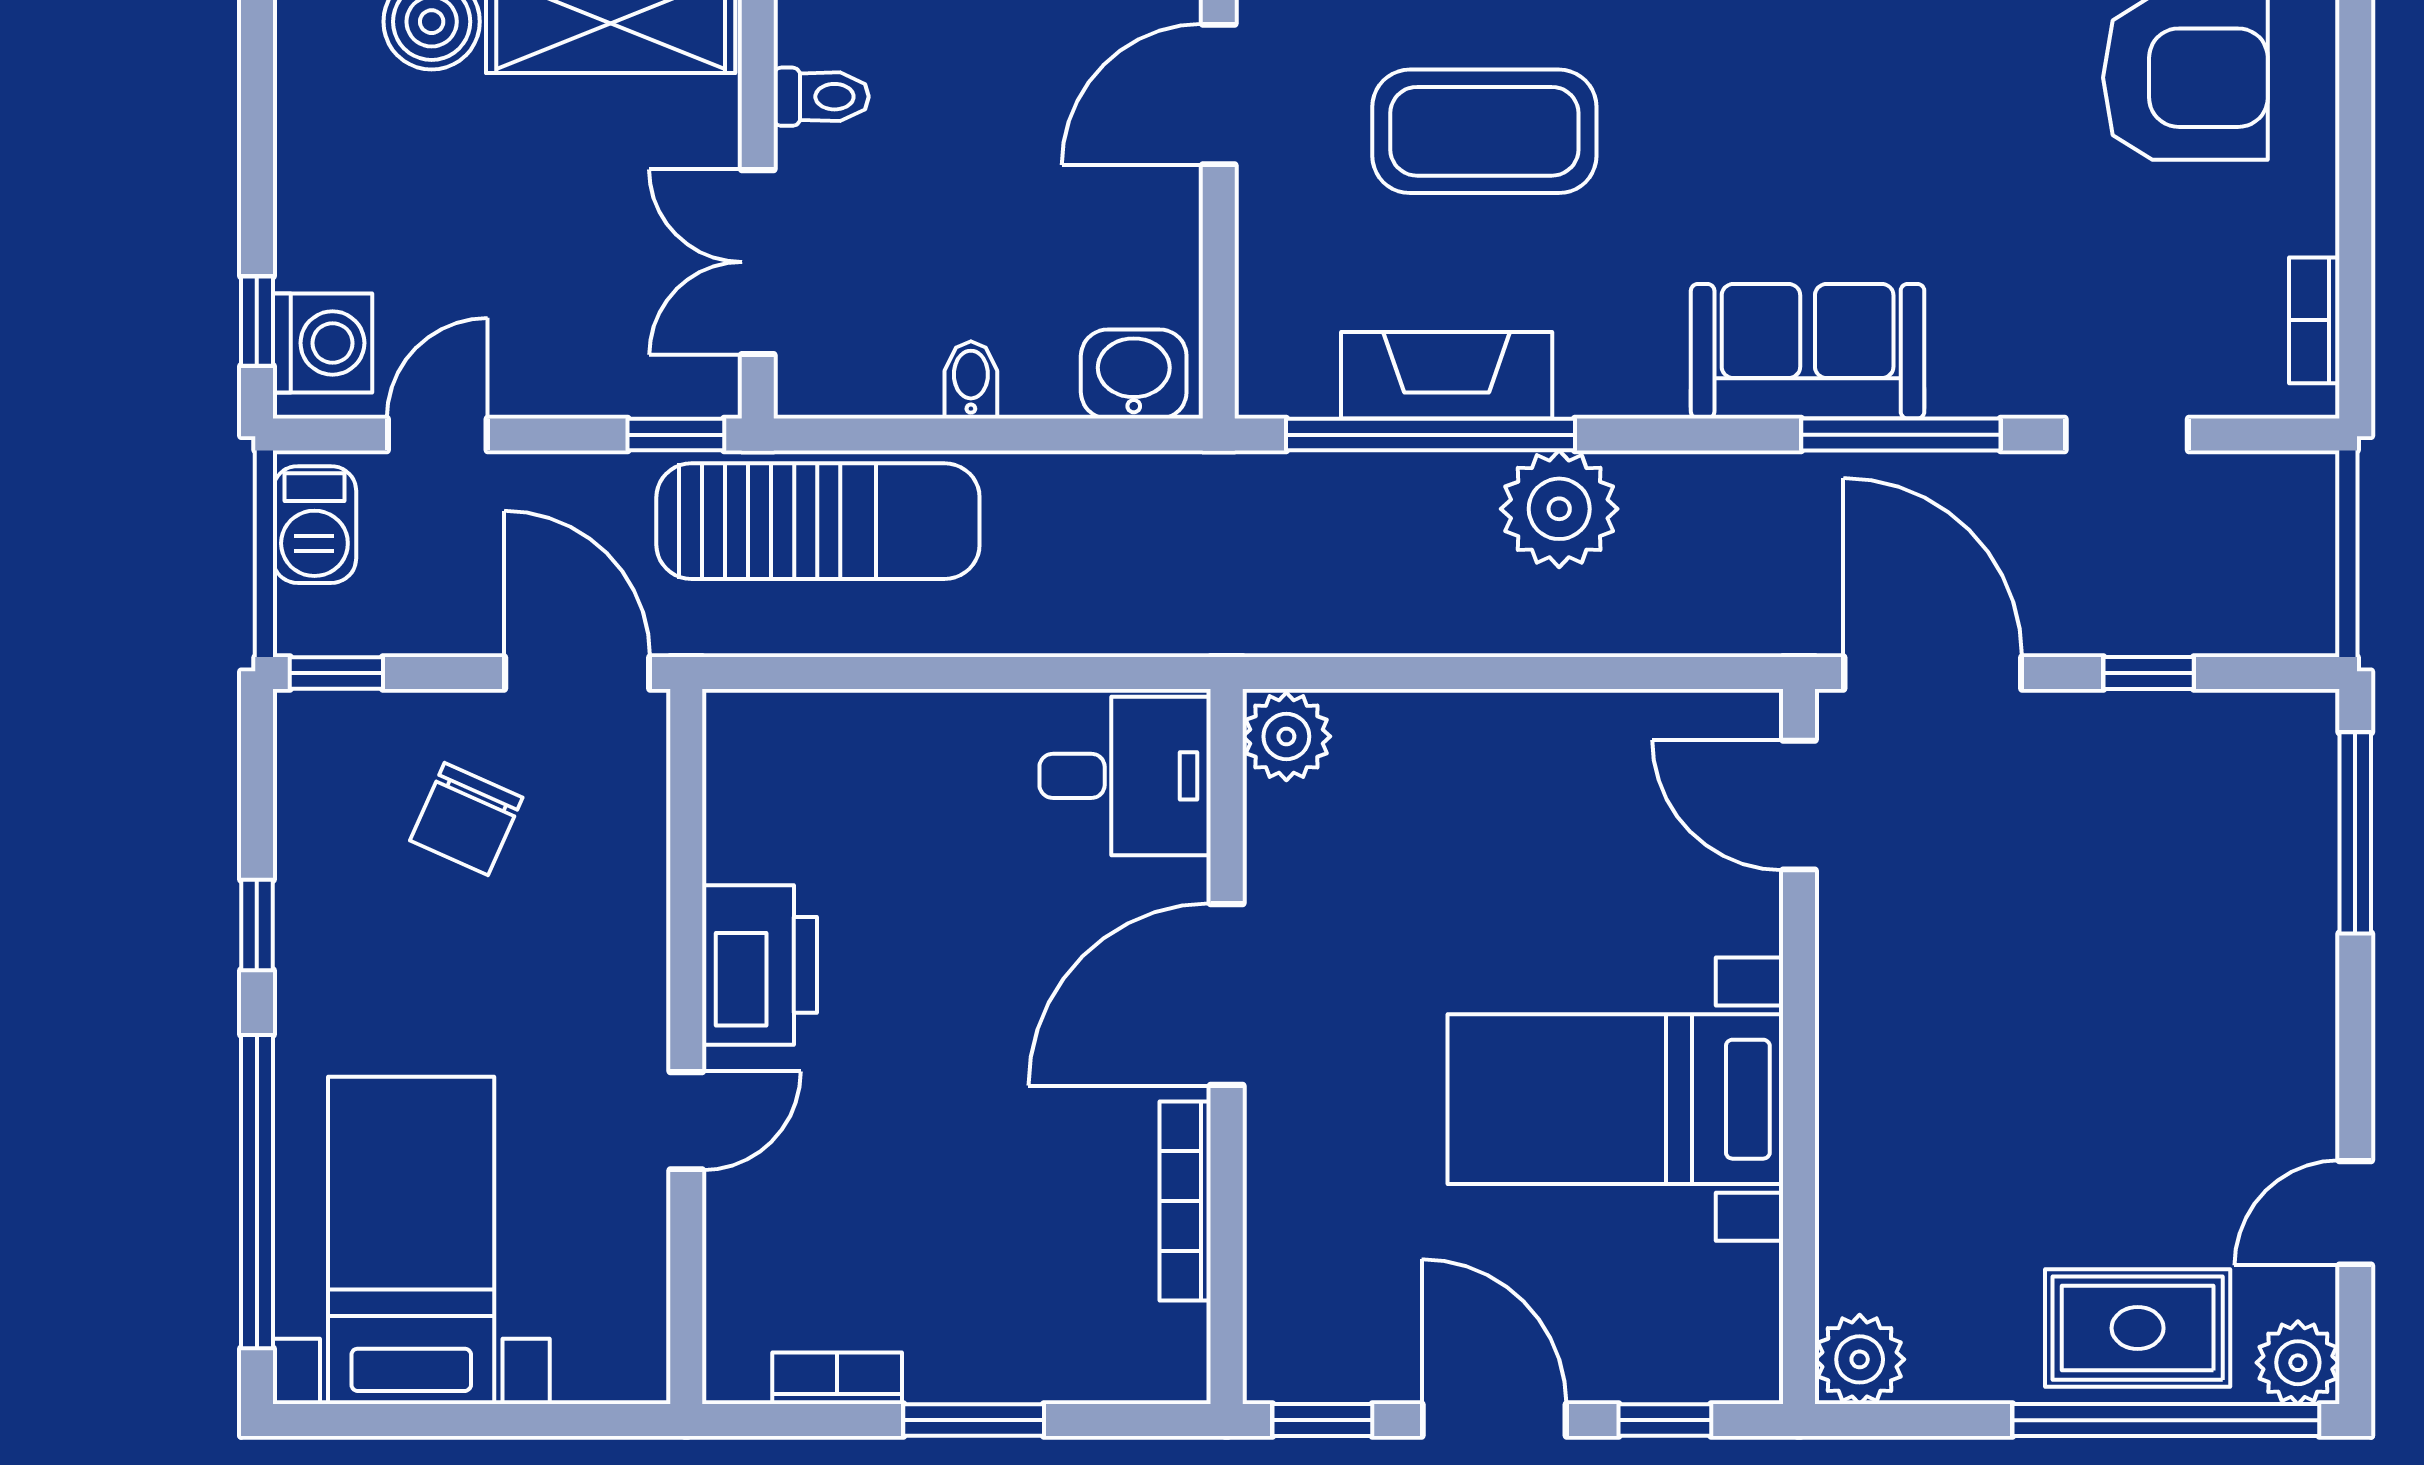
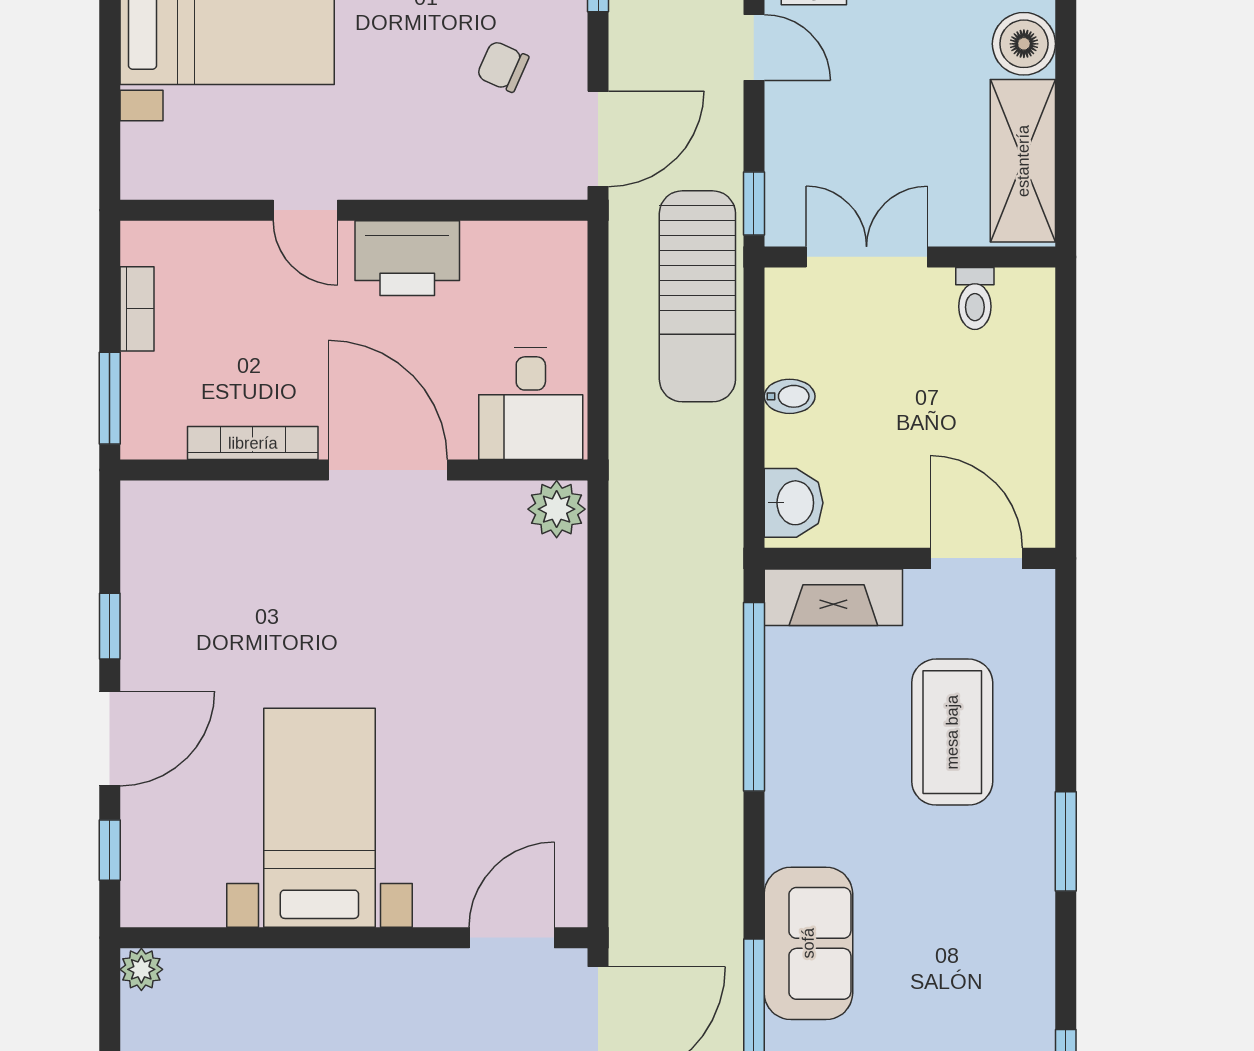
fireplace: (1447, 375) -> (833, 597), moved, turned 90
plant: (1559, 509) -> (705, 781), removed
plant: (1286, 736) -> (557, 509), moved
desk: (1125, 776) -> (531, 404), moved
chair: (466, 819) -> (503, 66), width x0.73, depth x0.73
door: (1227, 995) -> (388, 470), moved
wall: (1227, 1047) -> (354, 470), moved
bookcase: (1185, 1201) -> (253, 443), moved
plant: (1860, 1359) -> (141, 969), width x0.73, depth x0.73

